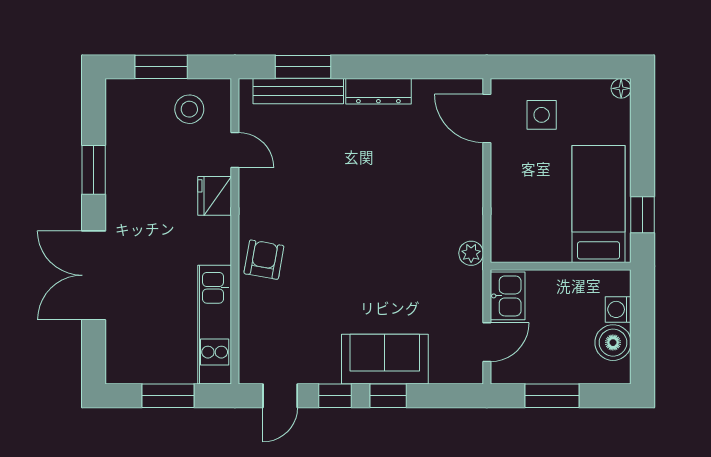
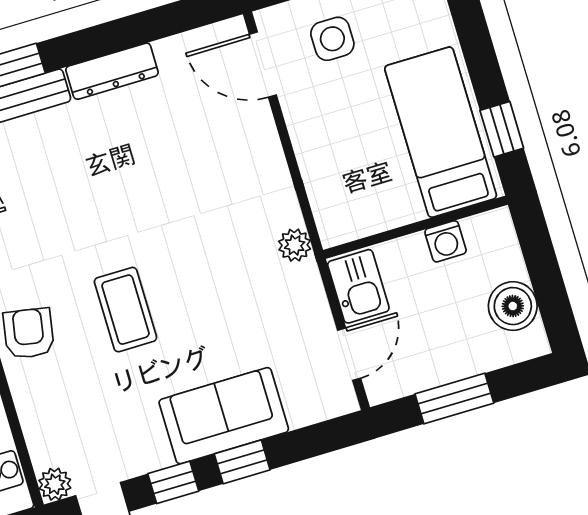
coffee table: (338, 263) -> (125, 310), added
washing machine: (618, 309) -> (446, 241), moved, turned -90
plant: (251, 372) -> (55, 484), added

